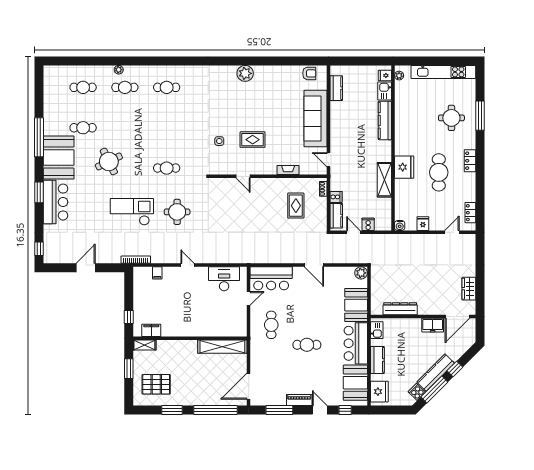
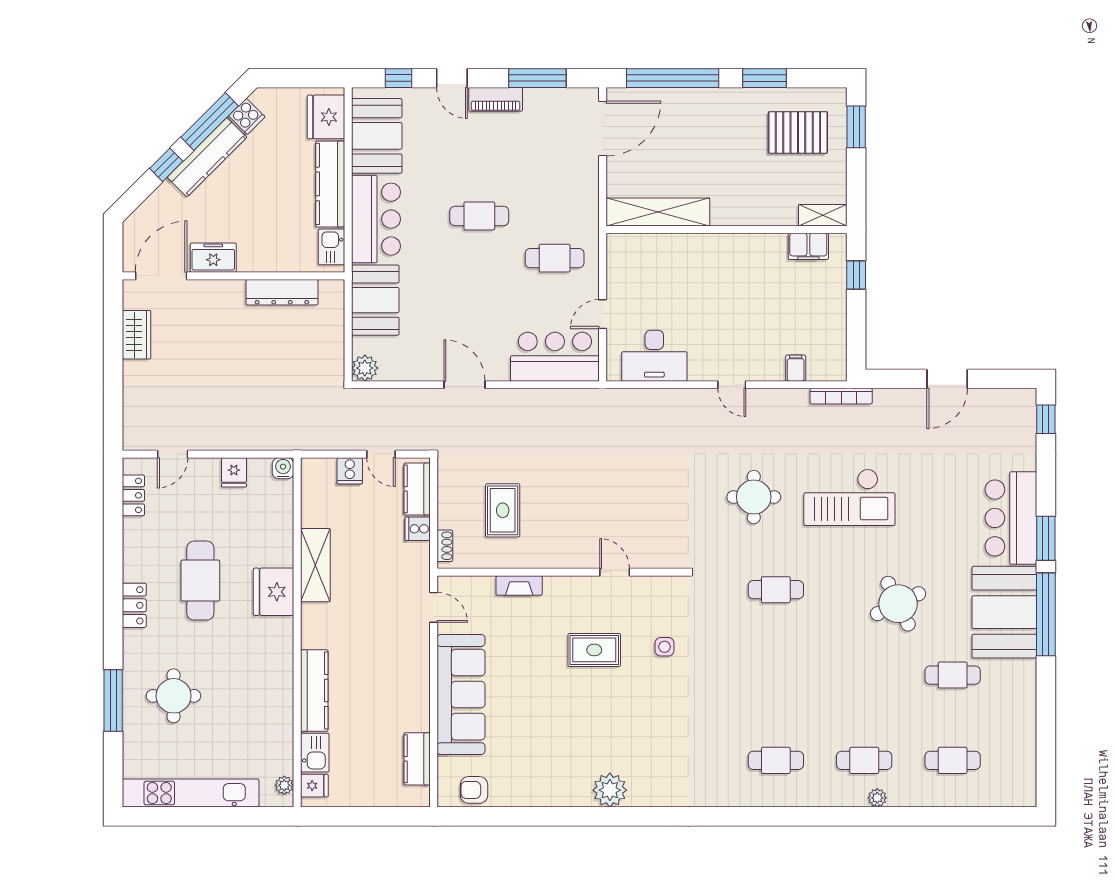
window: (39, 137) -> (1046, 614), moved
cafe table: (271, 325) -> (555, 258), turned 90
kitchen counter: (377, 360) -> (330, 184), width x1.50
window: (129, 369) -> (856, 127), moved

